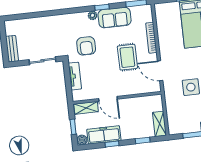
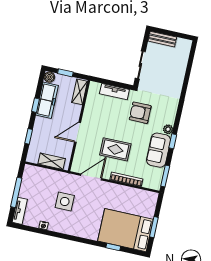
door: (108, 99) -> (77, 132), moved
shelving: (159, 124) -> (52, 161), moved

